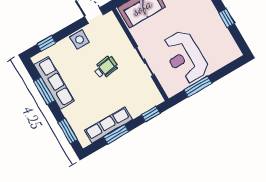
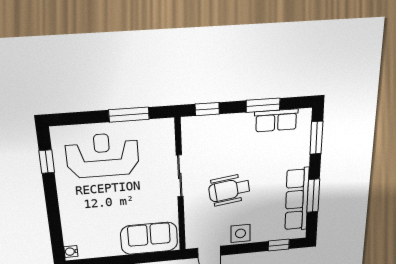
window: (227, 18) -> (47, 162), moved
reception desk: (185, 57) -> (102, 155), moved, turned -90
wheelchair: (106, 67) -> (229, 190), width x1.36, depth x1.37
row of seats: (108, 125) -> (276, 120), width x0.68

